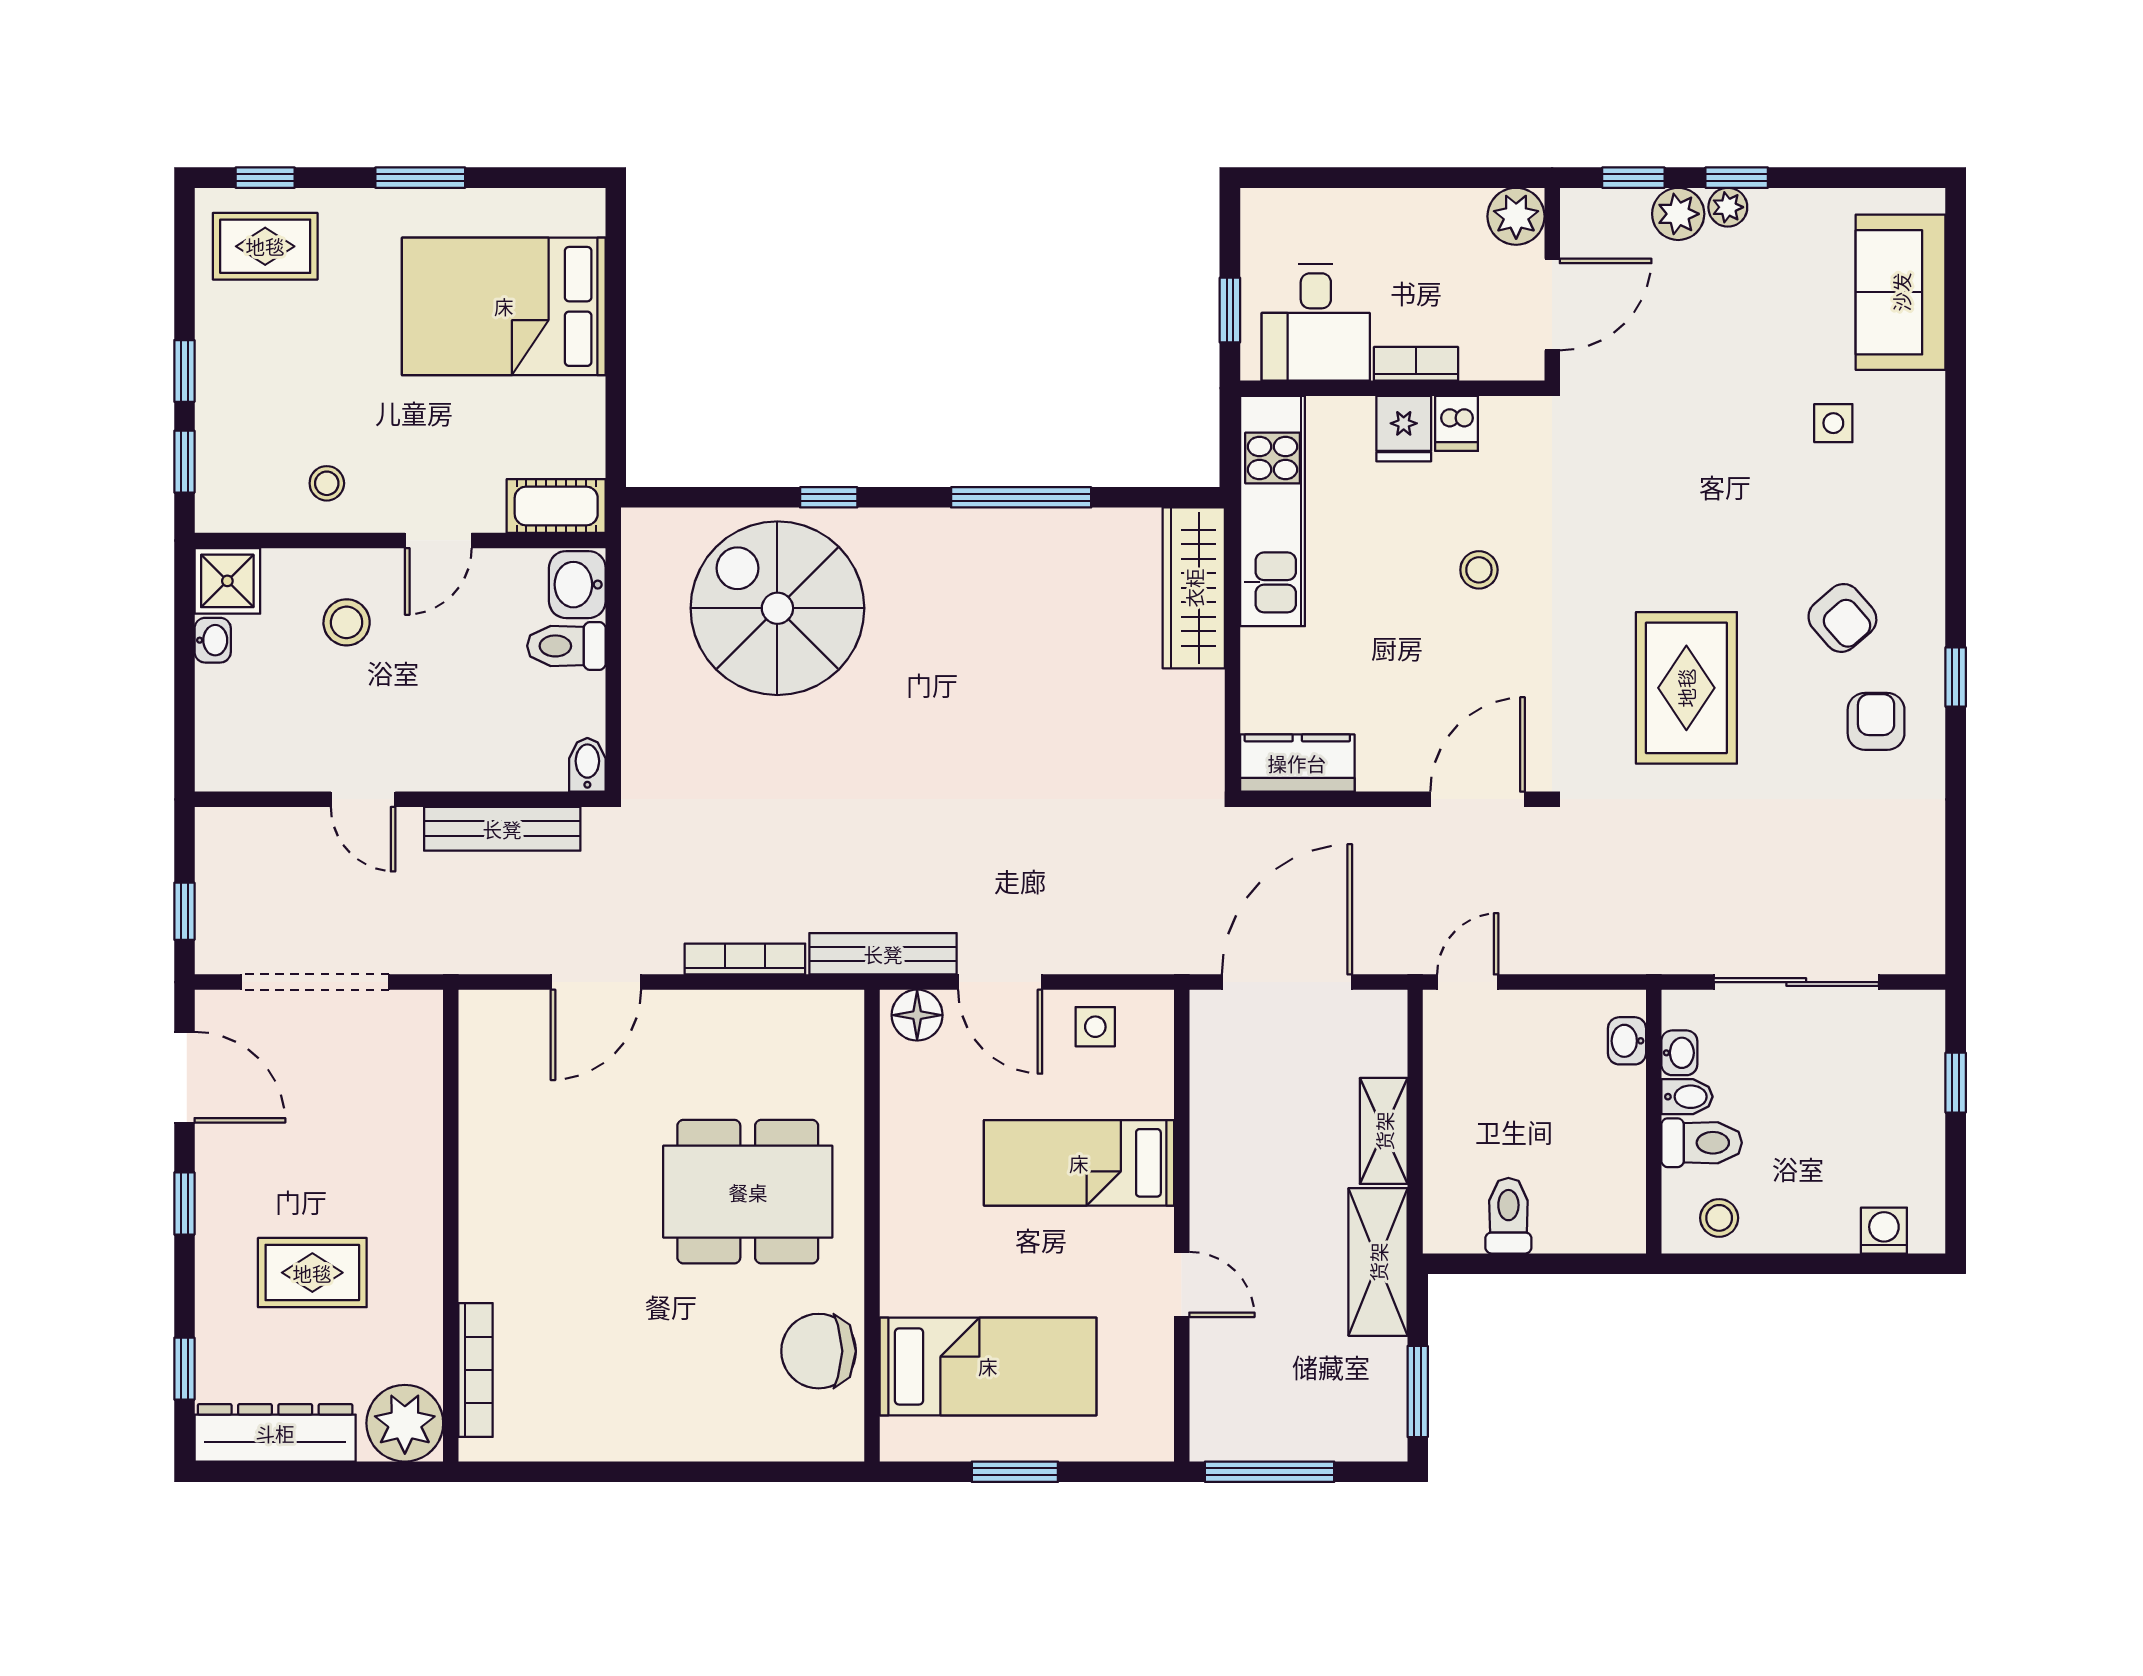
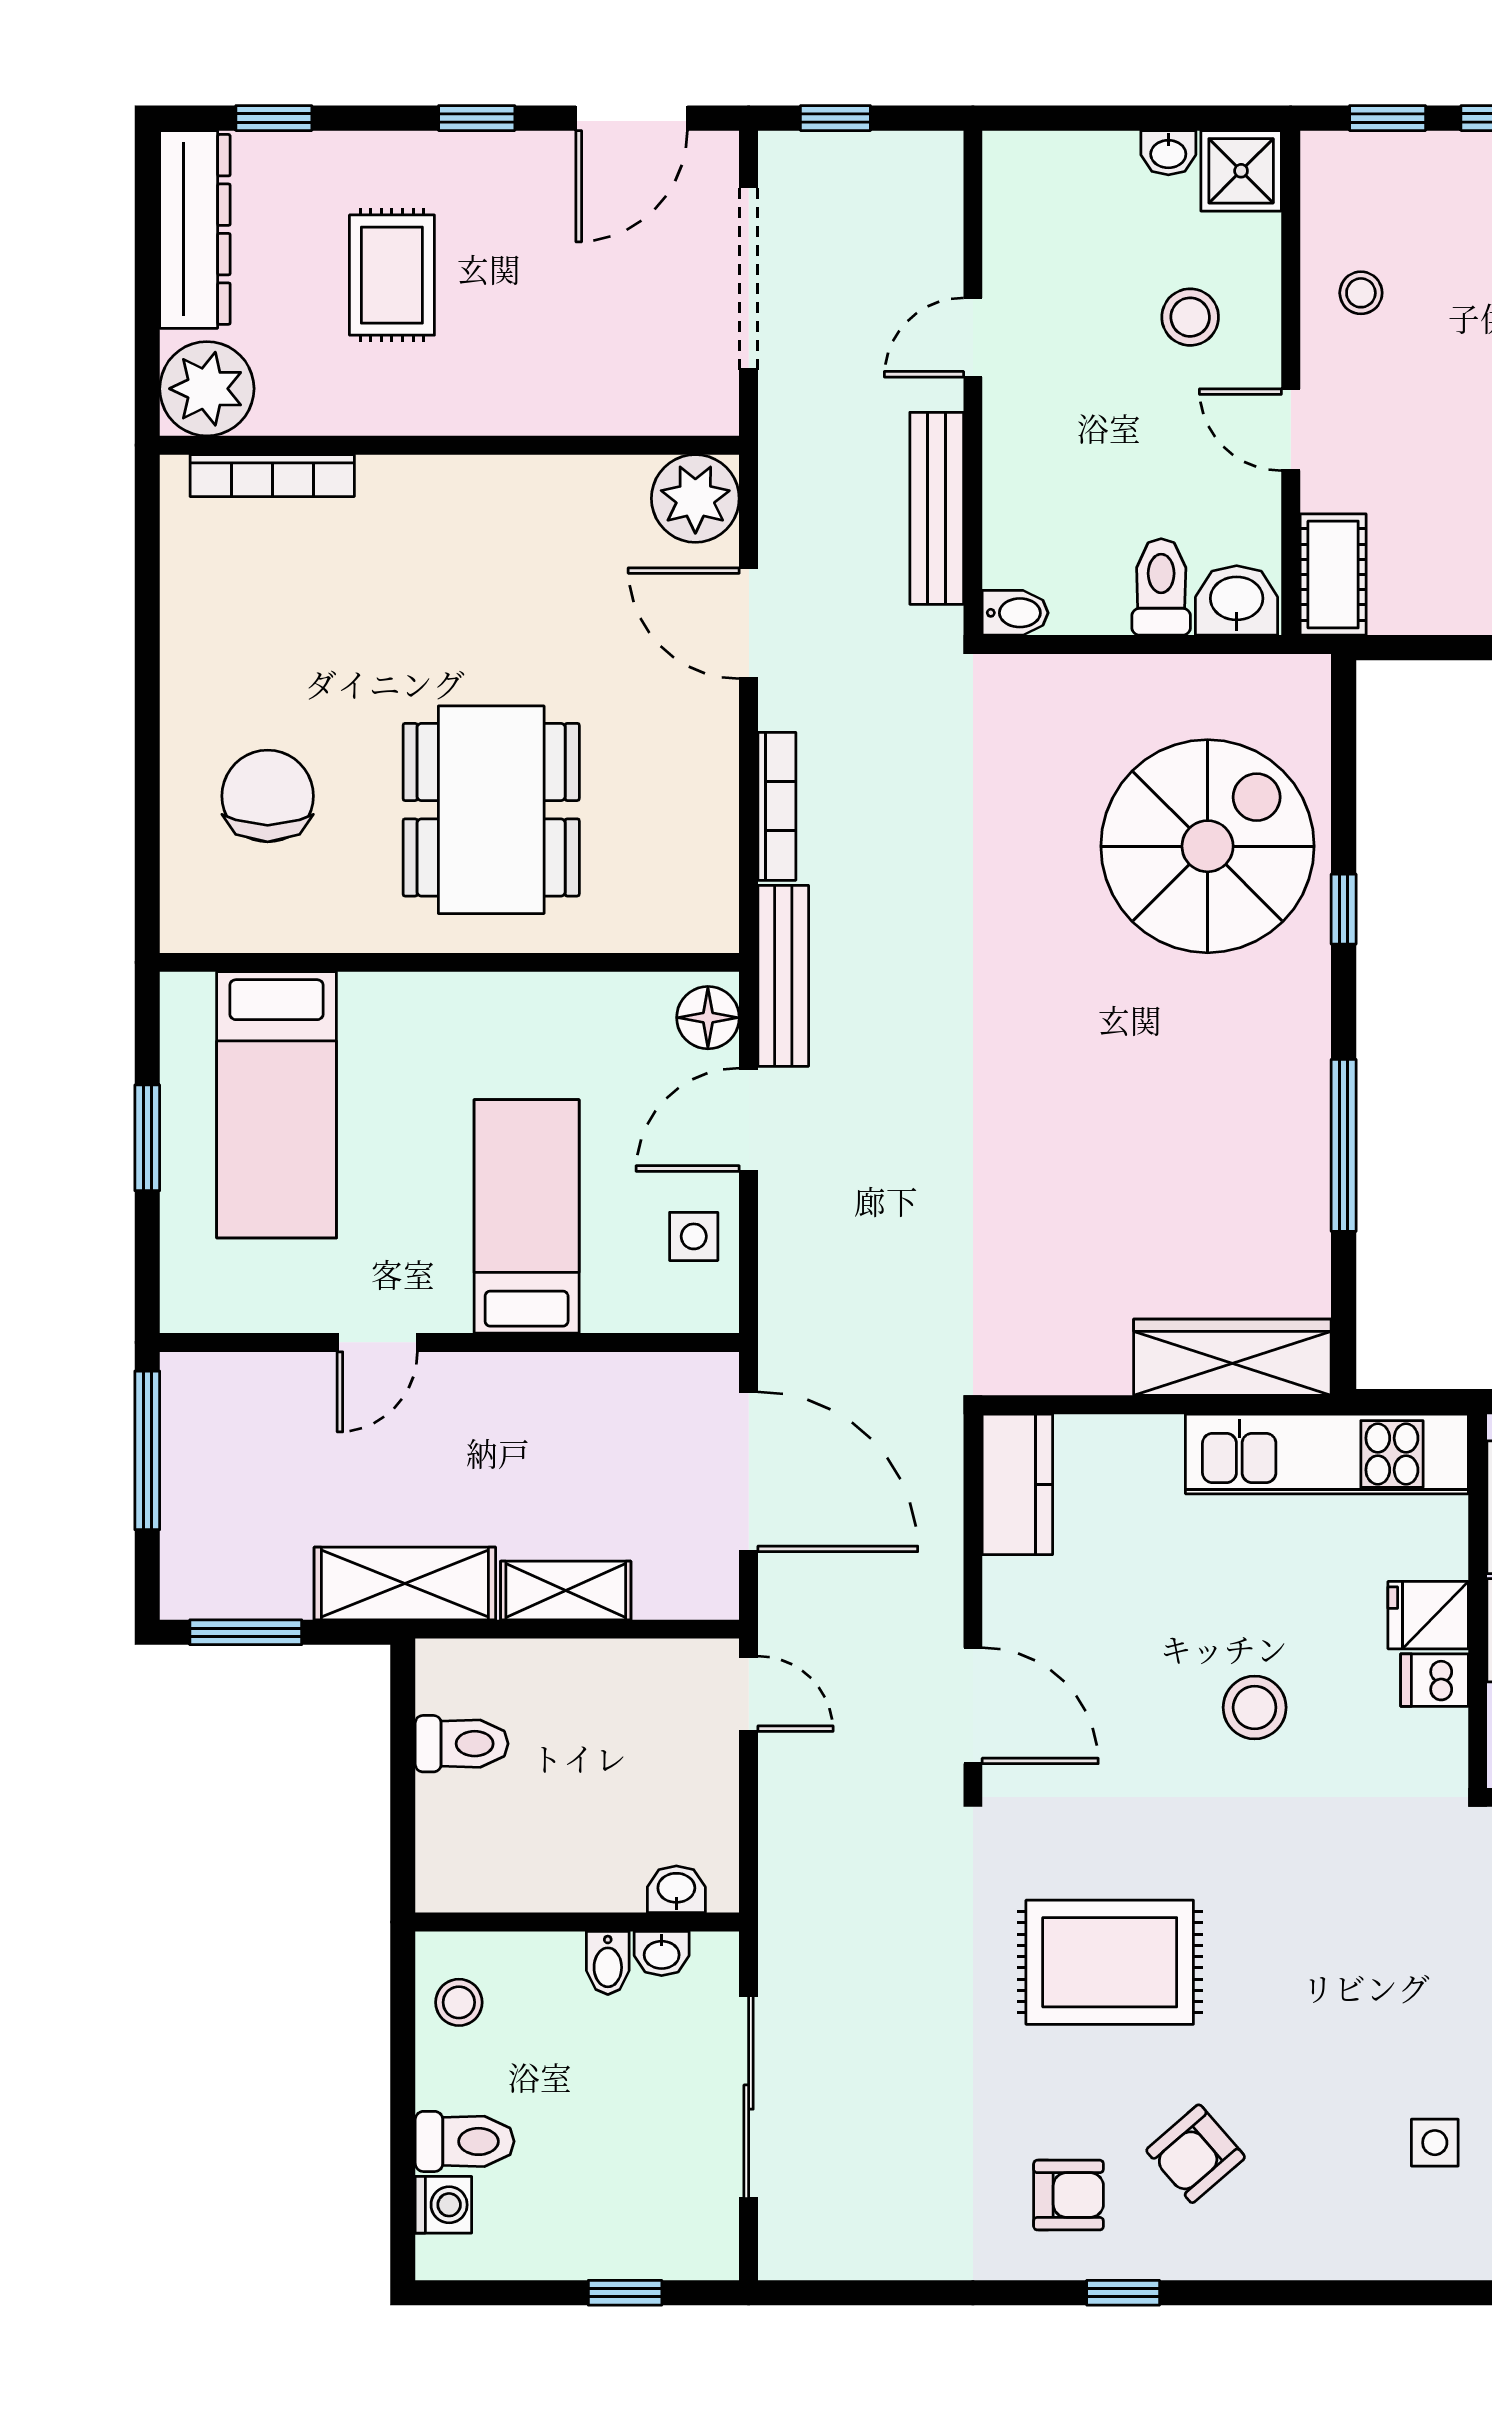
stool: (1479, 570) -> (1255, 1707), width x1.37, depth x1.37
plant: (494, 1025) -> (695, 498), added
toilet: (1702, 1143) -> (465, 2141), moved, turned -90
chair: (819, 1351) -> (268, 796), moved

